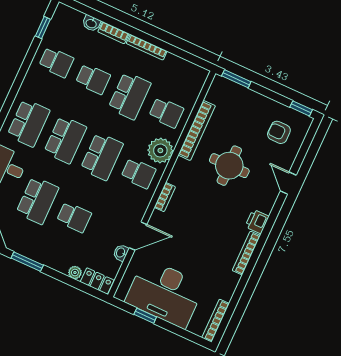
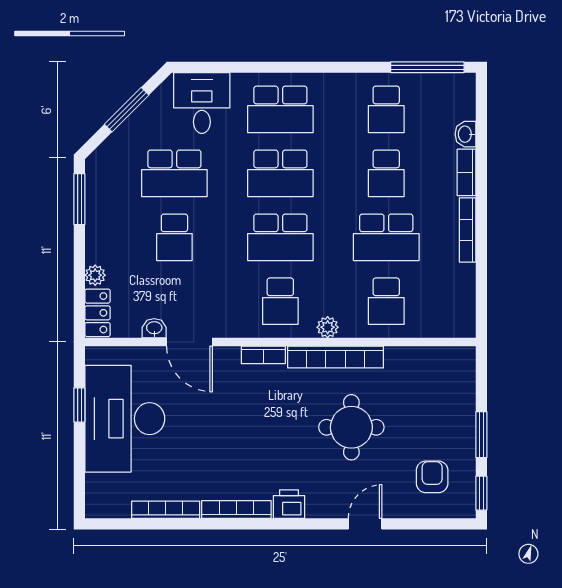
window: (43, 28) -> (427, 67), width x2.17
window: (236, 79) -> (481, 435), moved
bookcase: (197, 130) -> (335, 357), moved
plant: (160, 151) -> (328, 327), width x0.53, depth x0.53
bookcase: (216, 321) -> (166, 510), moved

